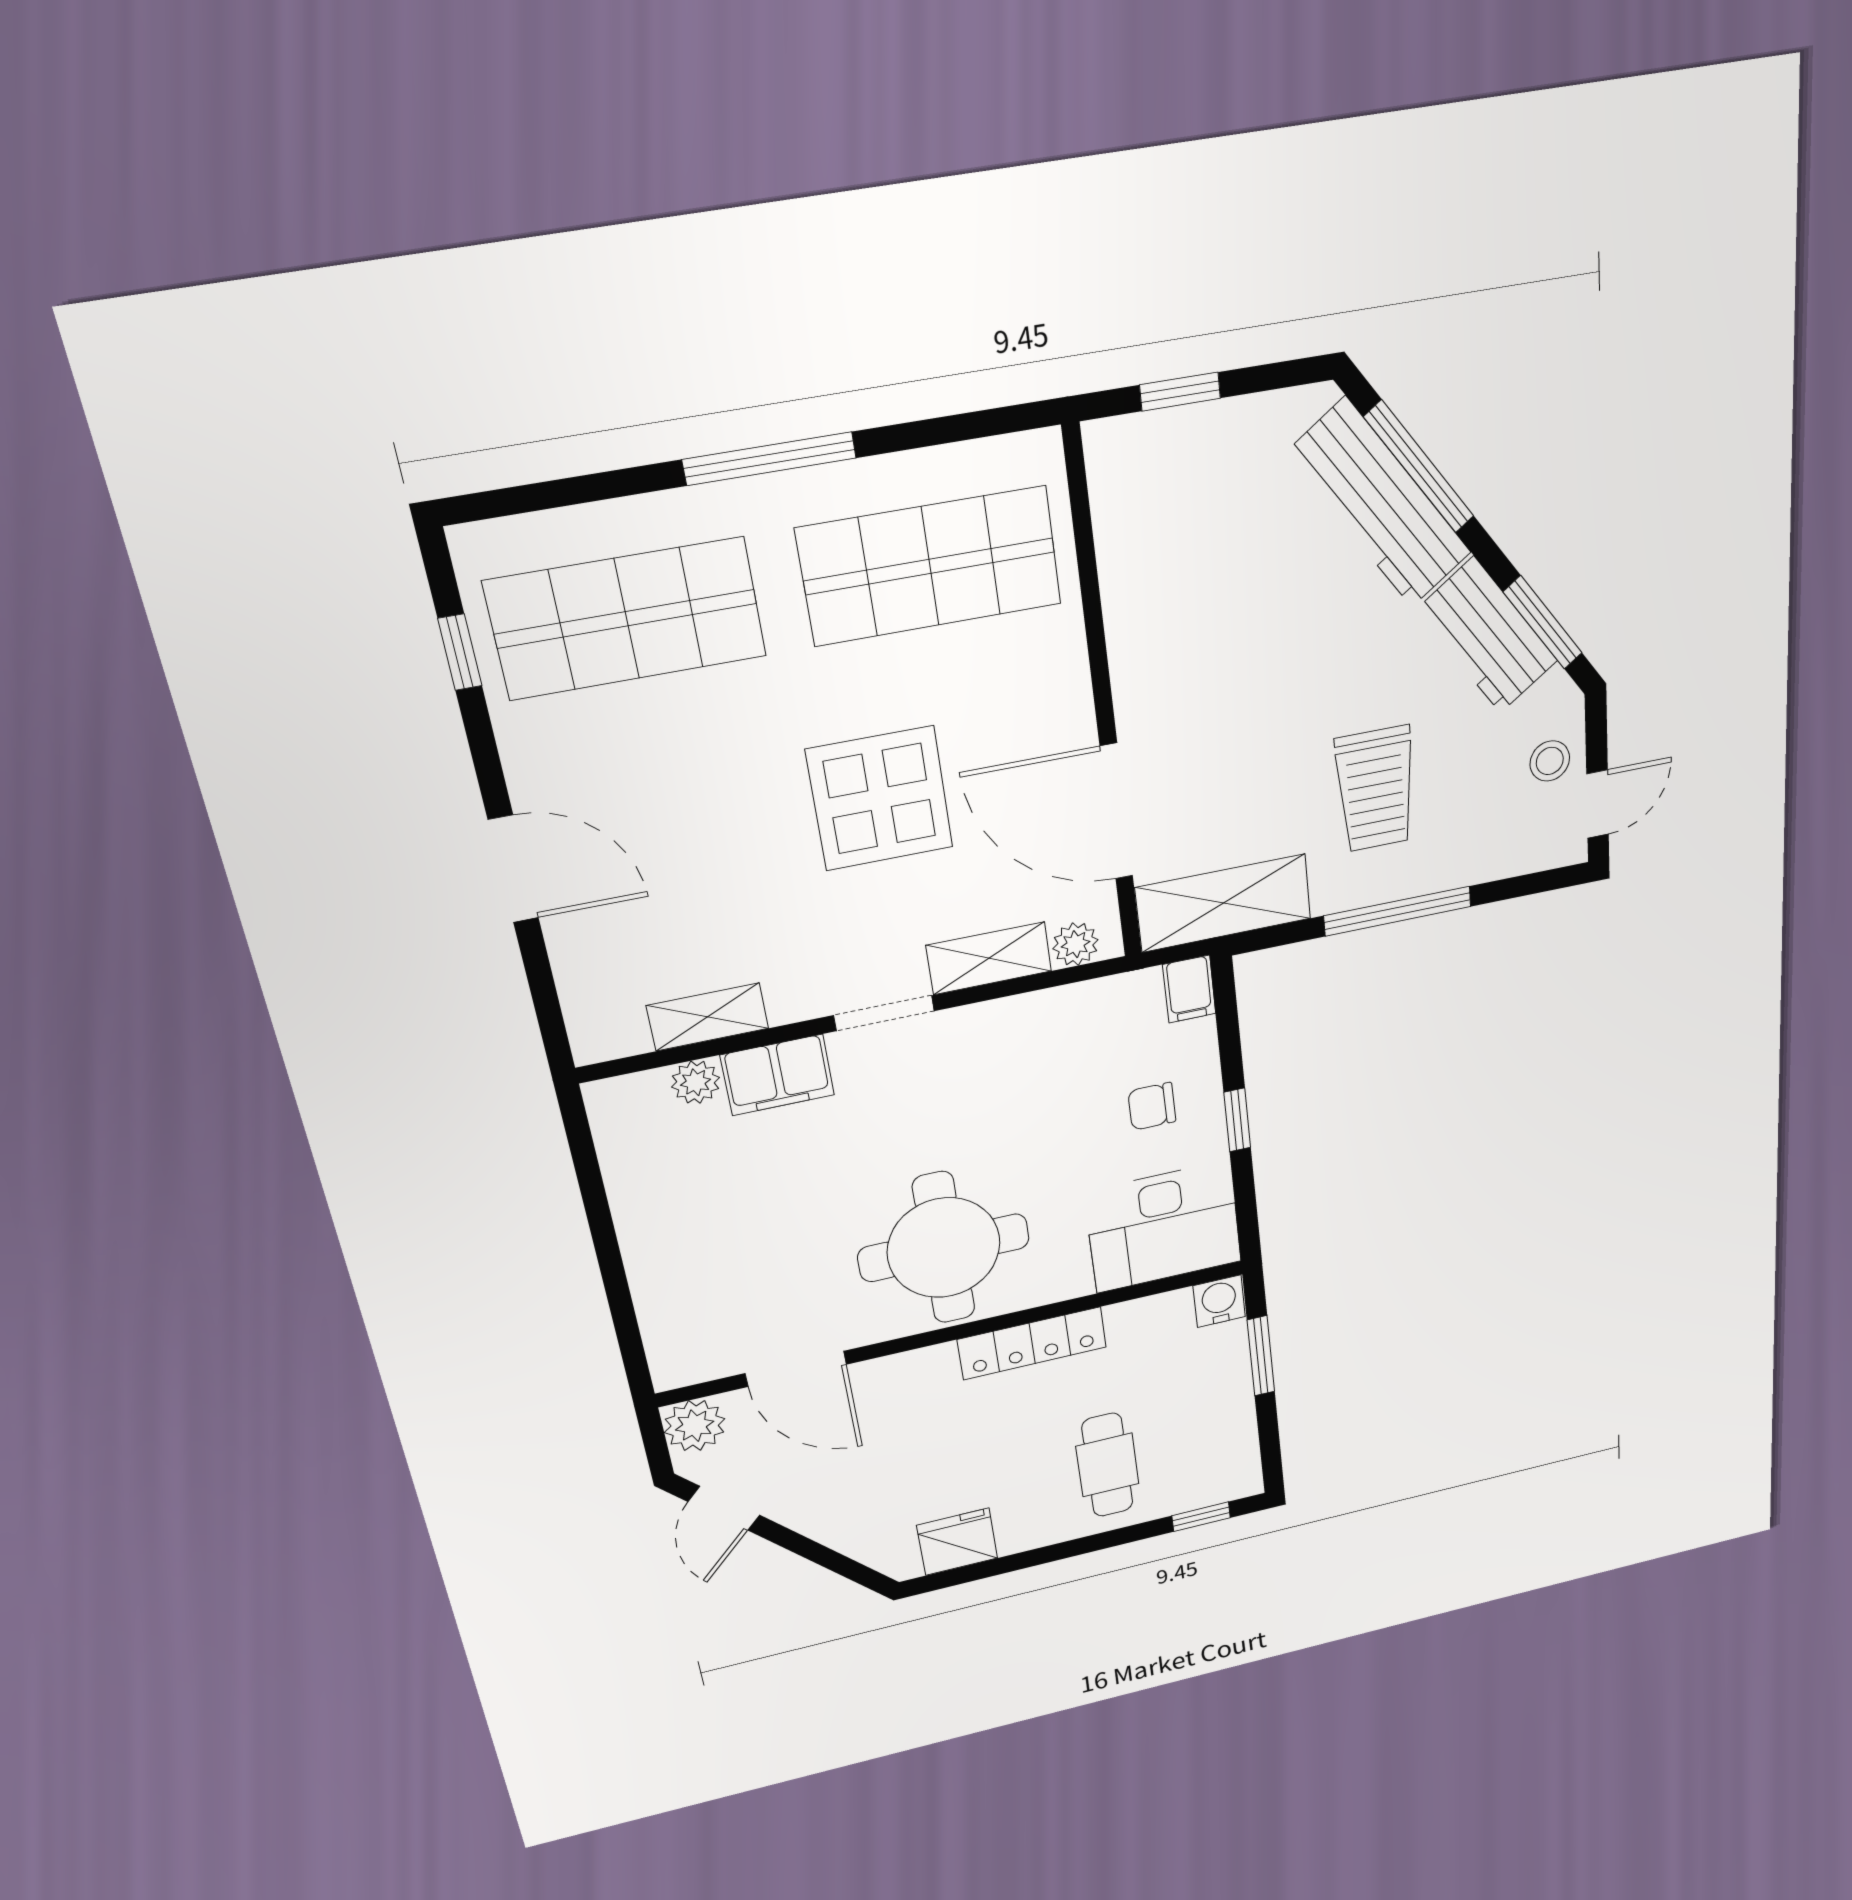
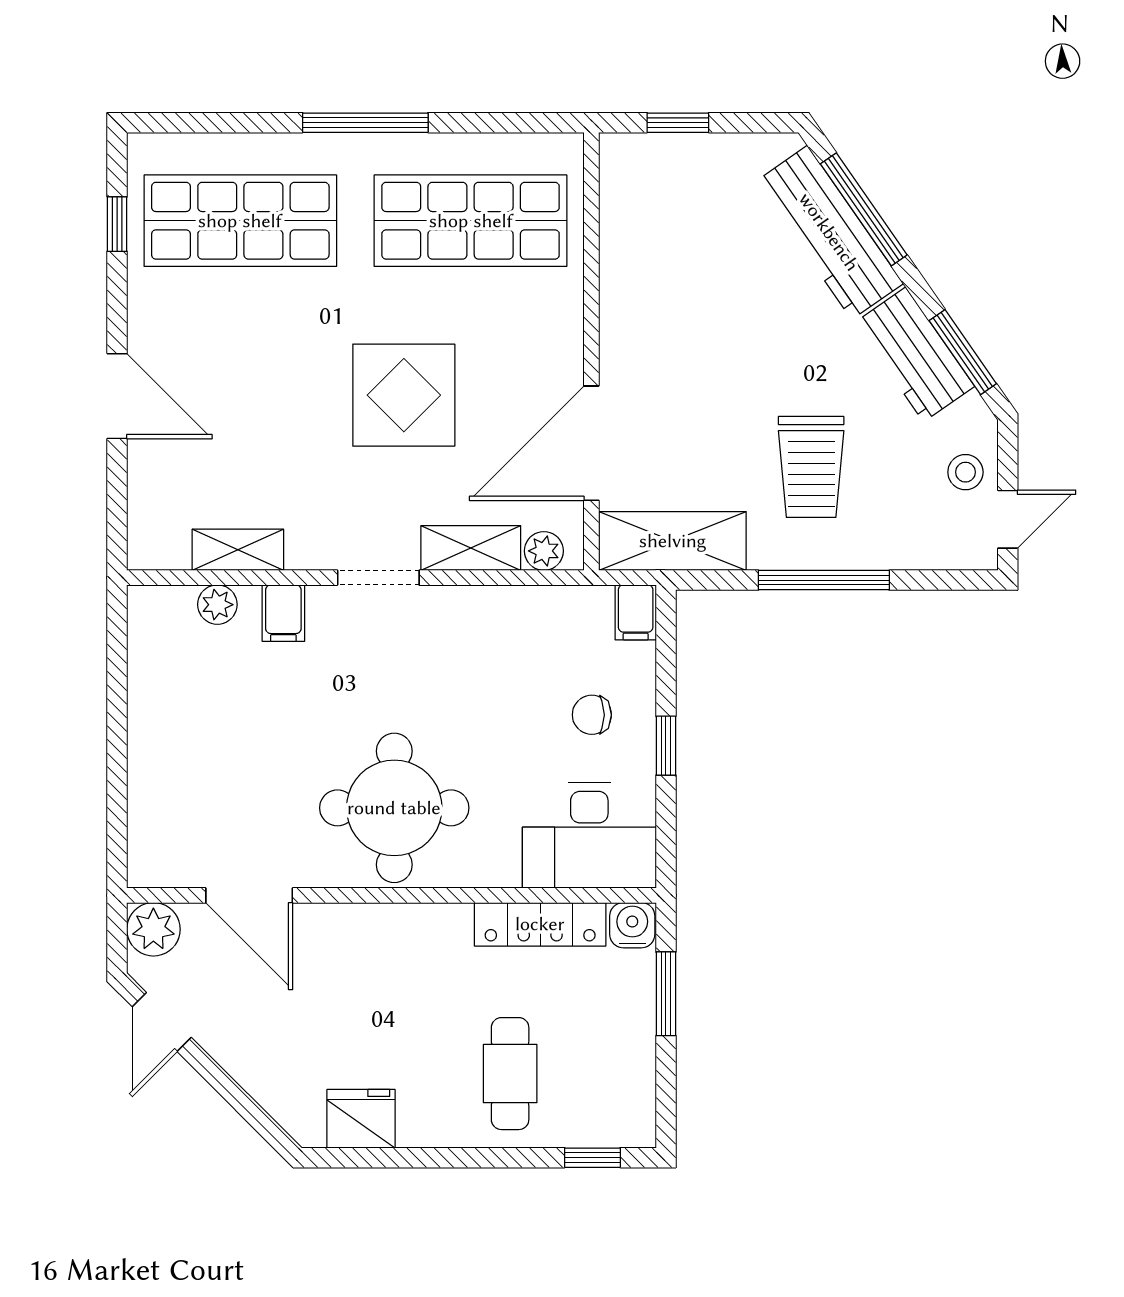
door: (1116, 812) -> (591, 443), hinge flipped
filing cabinet: (777, 1075) -> (283, 613), width x0.50
locker: (1032, 1343) -> (540, 924), moved

